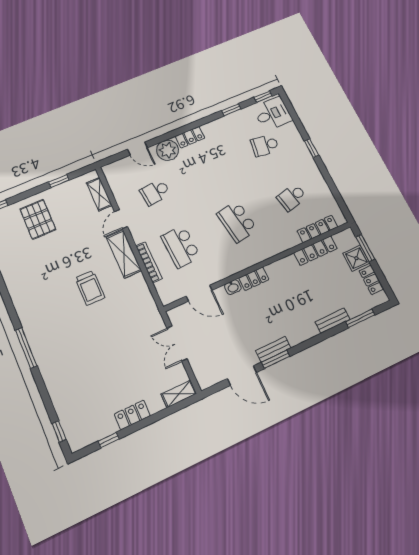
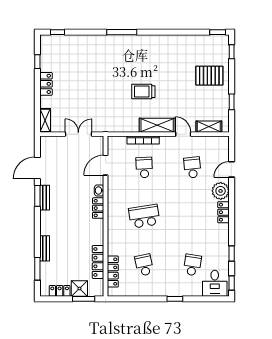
school desk: (181, 247) -> (144, 167), width x0.54

